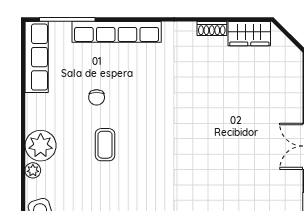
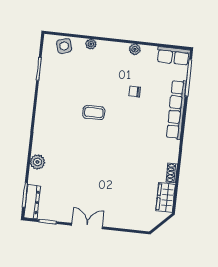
row of seats: (37, 57) -> (173, 56), width x0.68
coffee table: (105, 145) -> (94, 113), moved
plant: (41, 146) -> (135, 49), moved, width x0.53, depth x0.53

